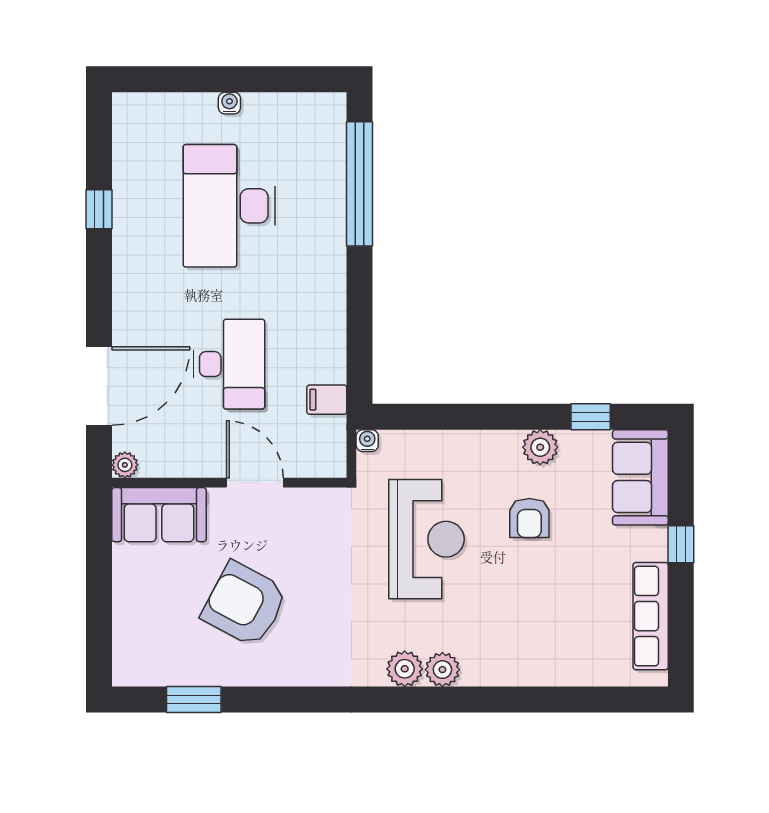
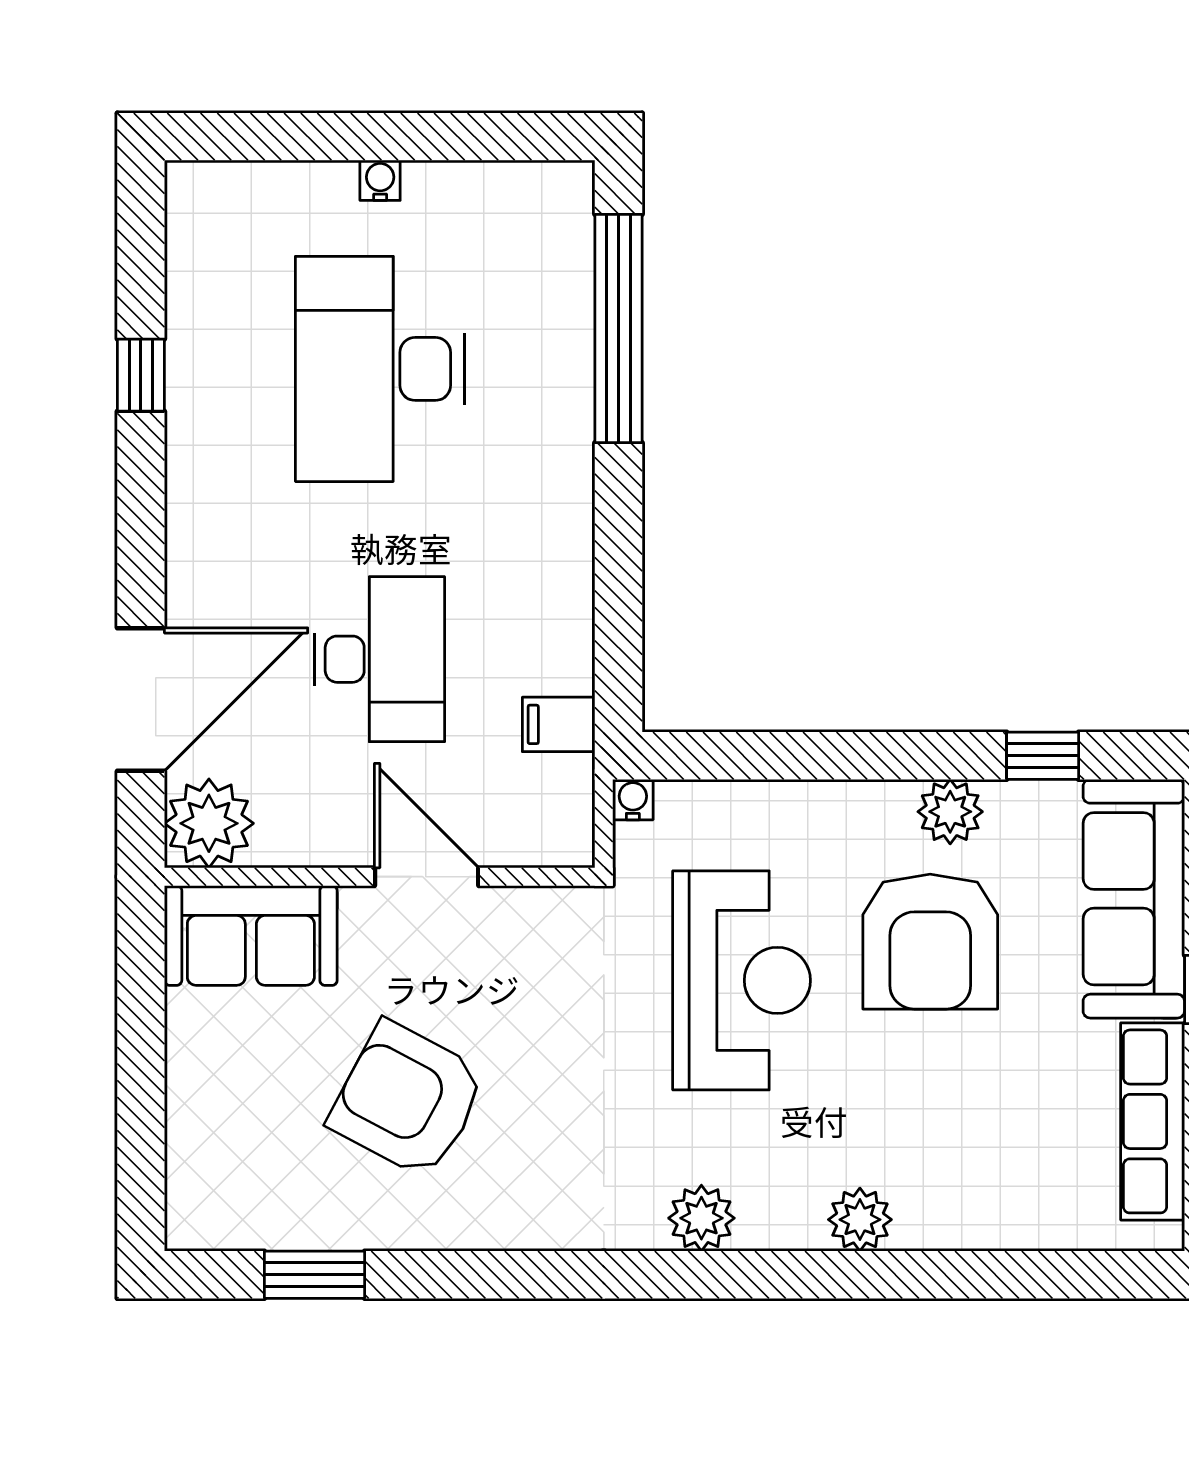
plant: (125, 465) -> (209, 823), width x1.88, depth x1.88
sofa: (640, 477) -> (1134, 899), width x1.36
armchair: (529, 518) -> (930, 942), width x1.88, depth x1.88
plant: (442, 670) -> (860, 1220), moved

